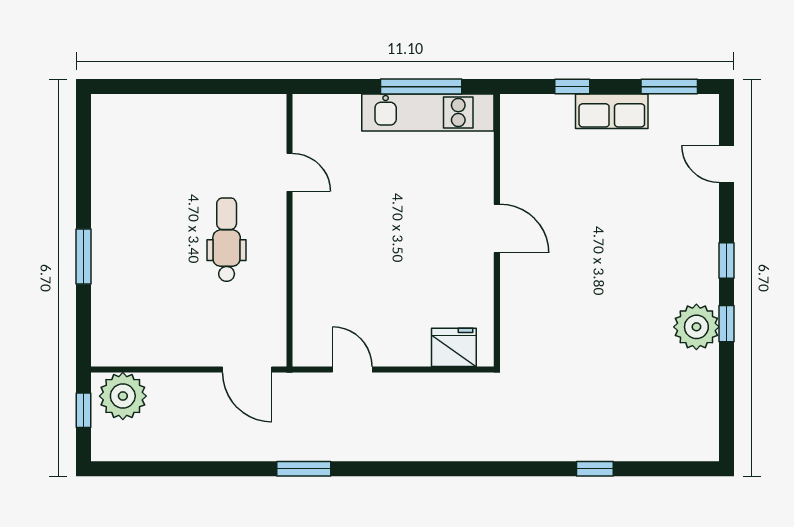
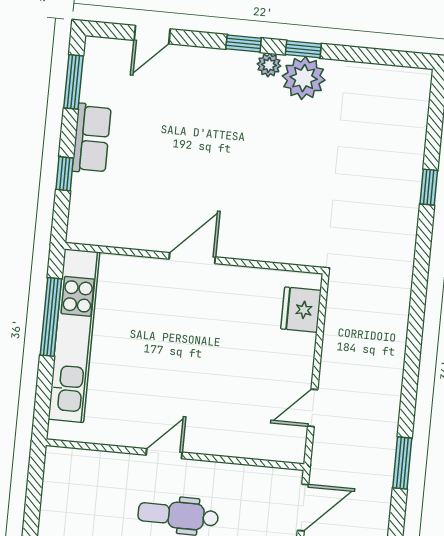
kitchen unit: (428, 113) -> (74, 336), width x1.36
door: (289, 172) -> (164, 454), moved
plant: (707, 289) -> (269, 65), added

